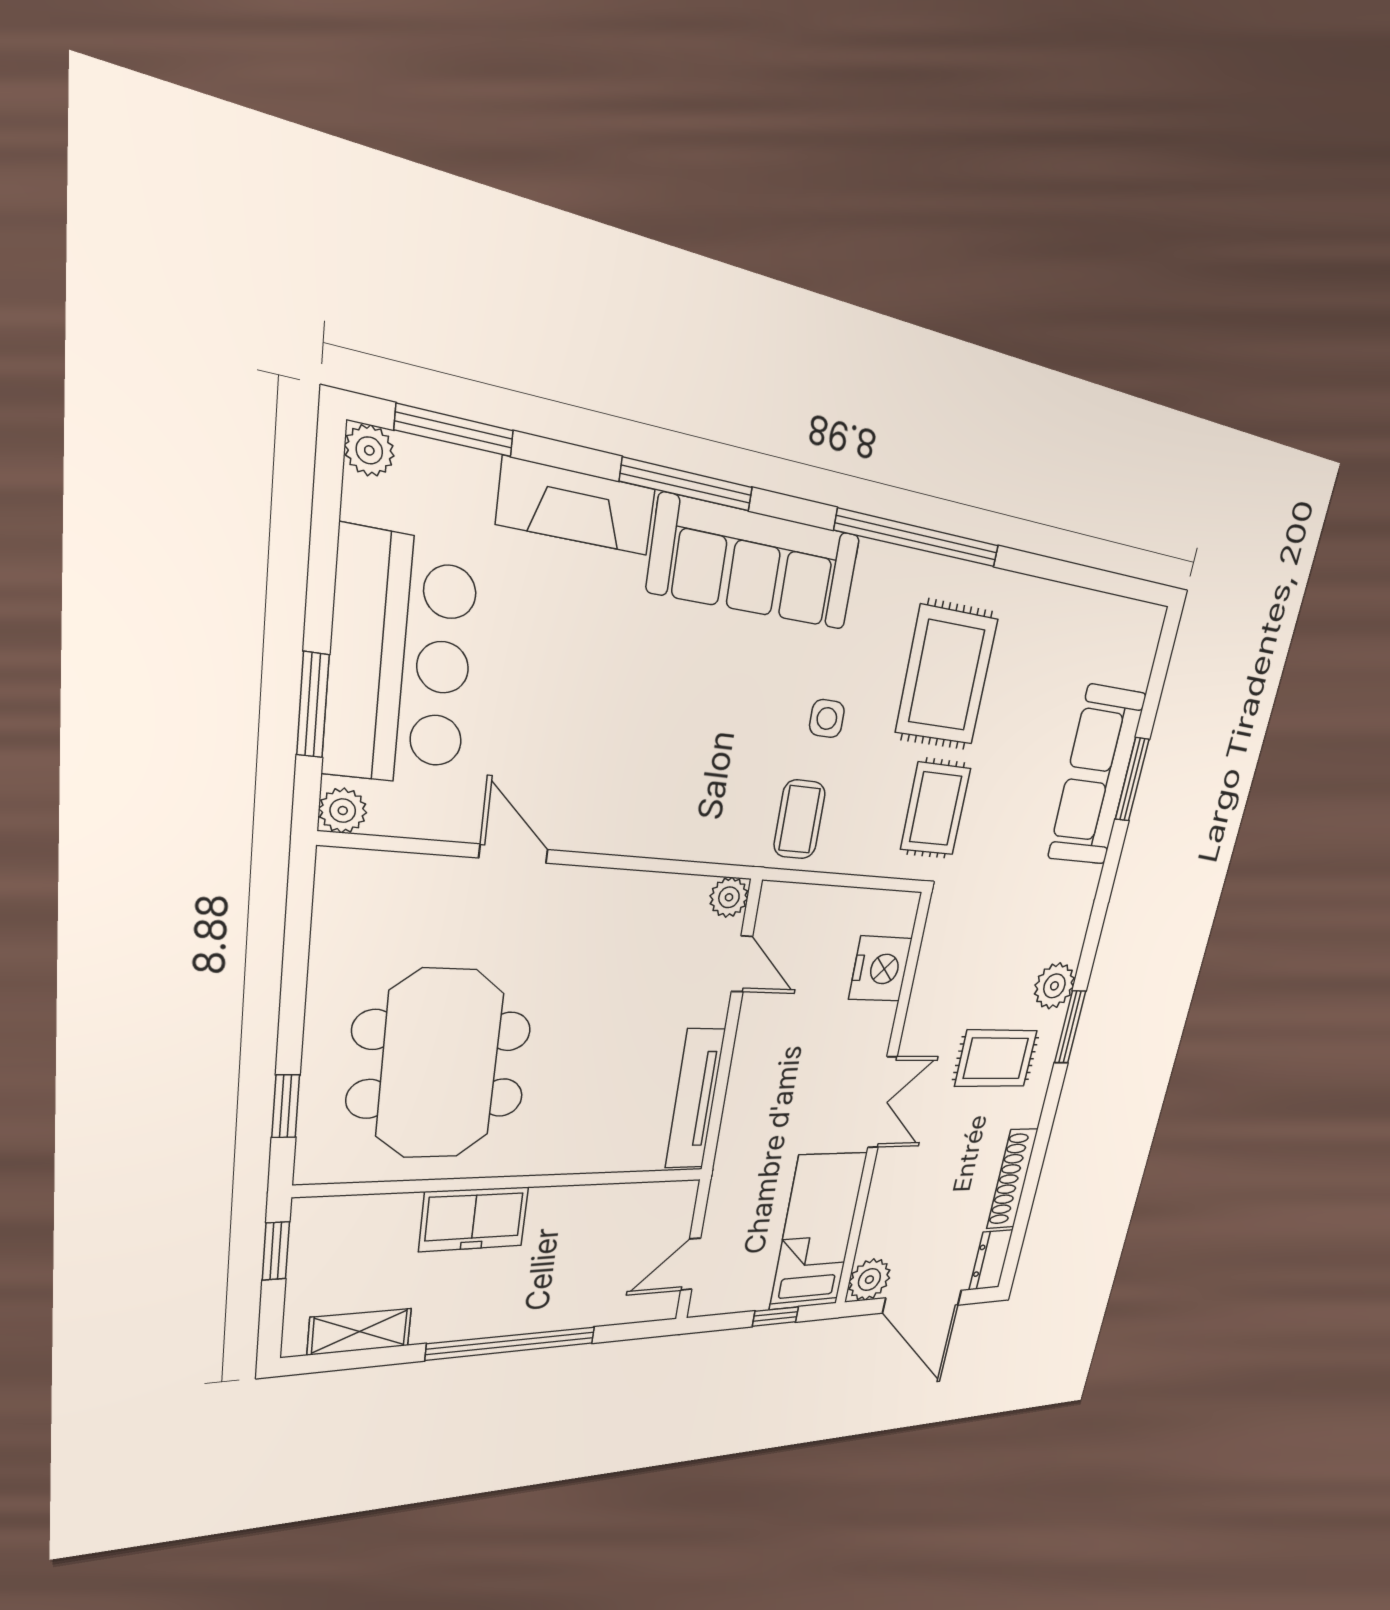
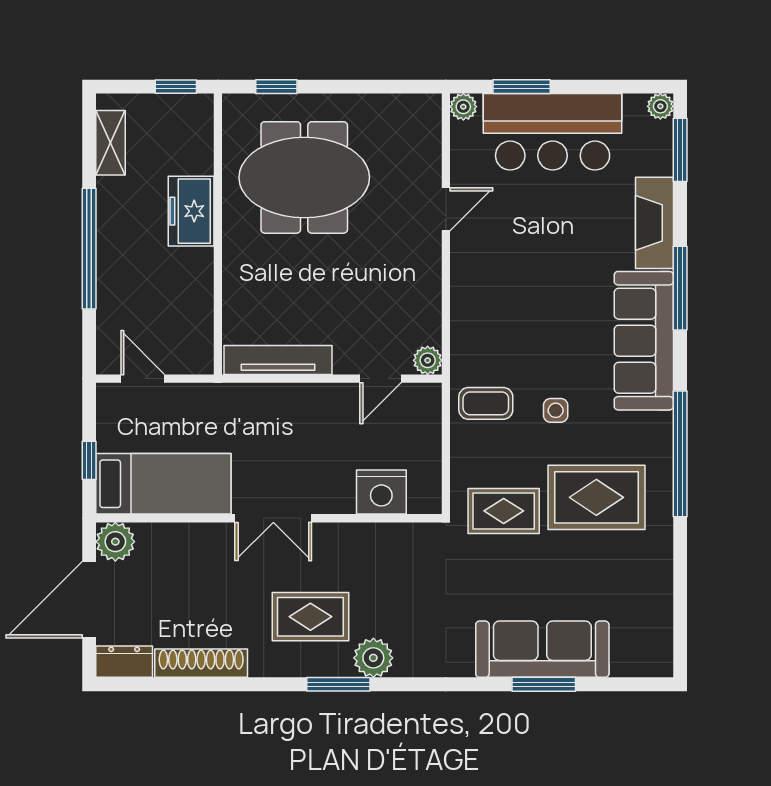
rug: (996, 1058) -> (310, 617), turned 90

